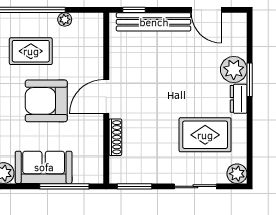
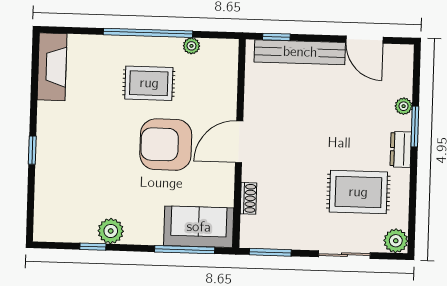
plant: (234, 70) -> (404, 106), width x0.53, depth x0.53
shoe rack: (115, 137) -> (248, 198), width x0.70
sofa: (44, 167) -> (199, 227), moved

